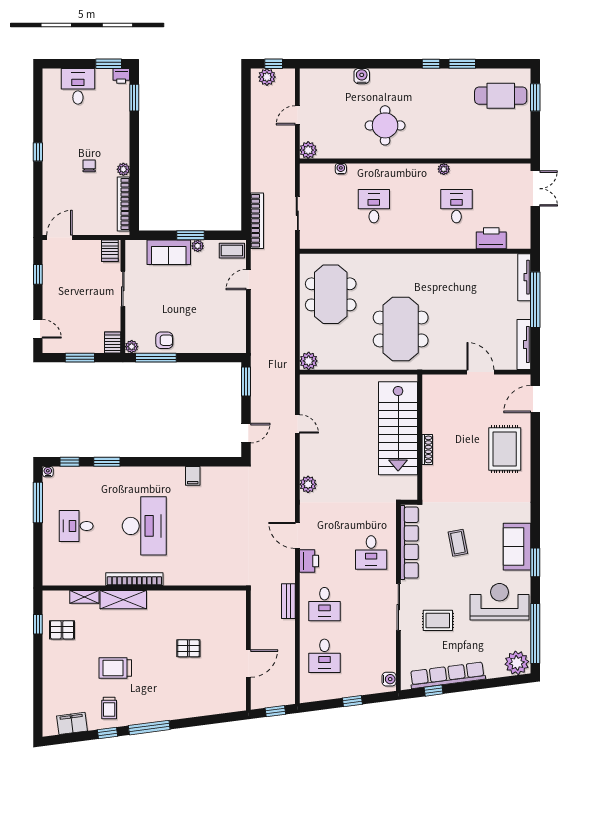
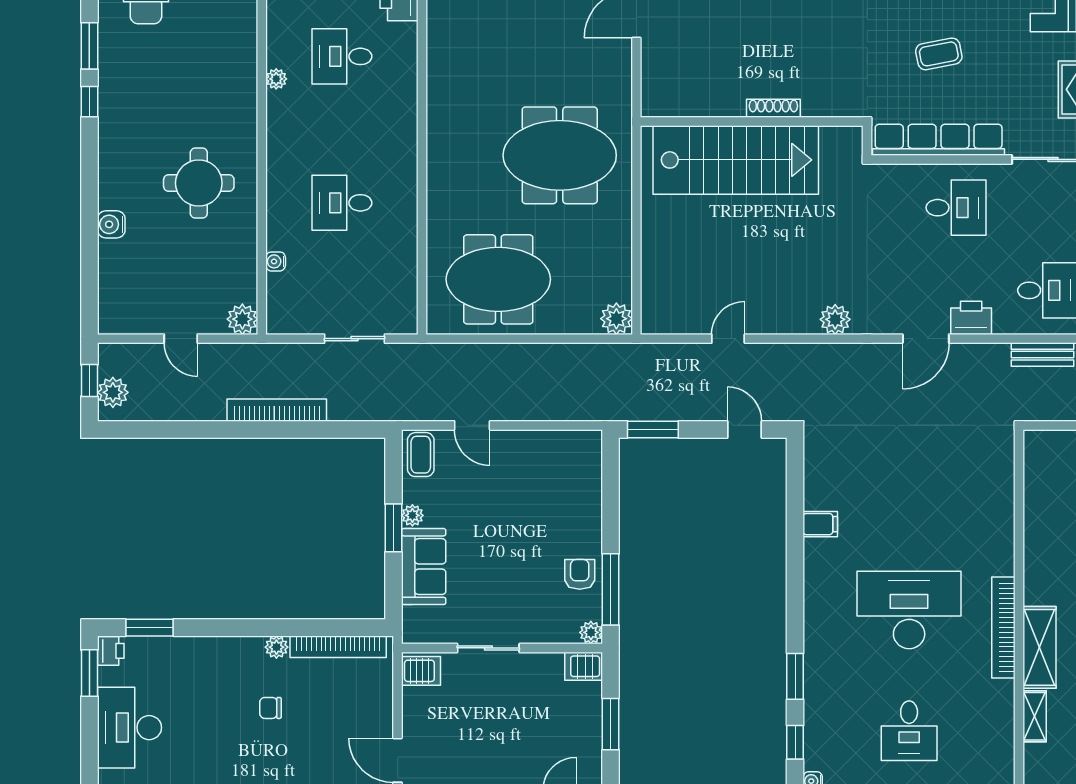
desk: (78, 86) -> (129, 728), width x1.37
bookcase: (257, 221) -> (277, 410), moved

